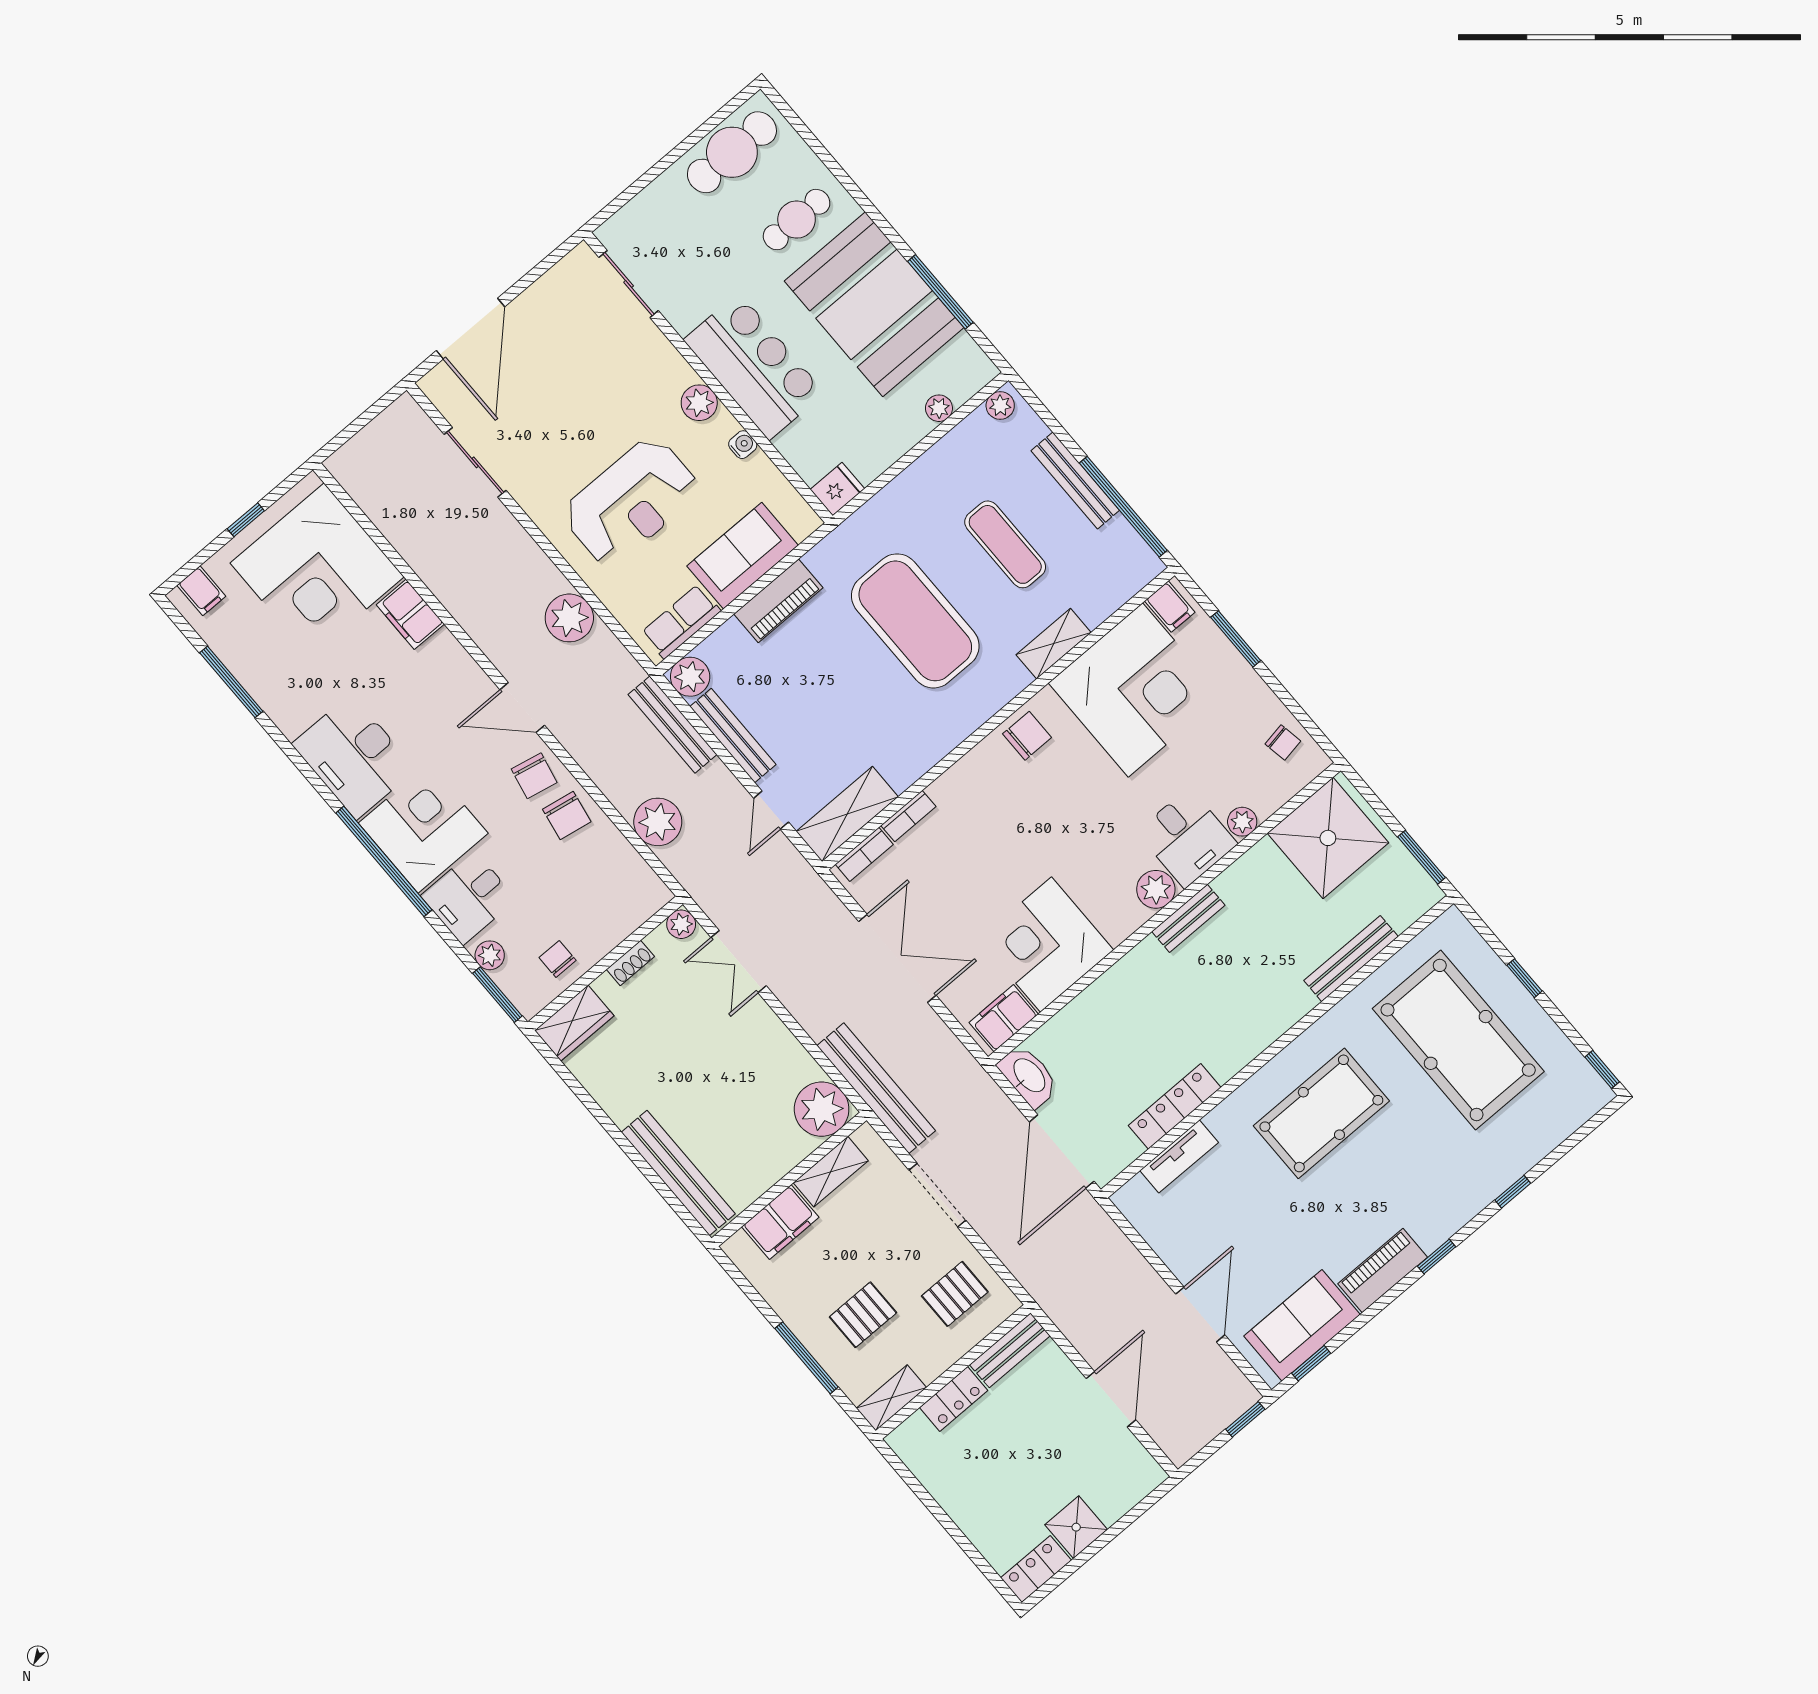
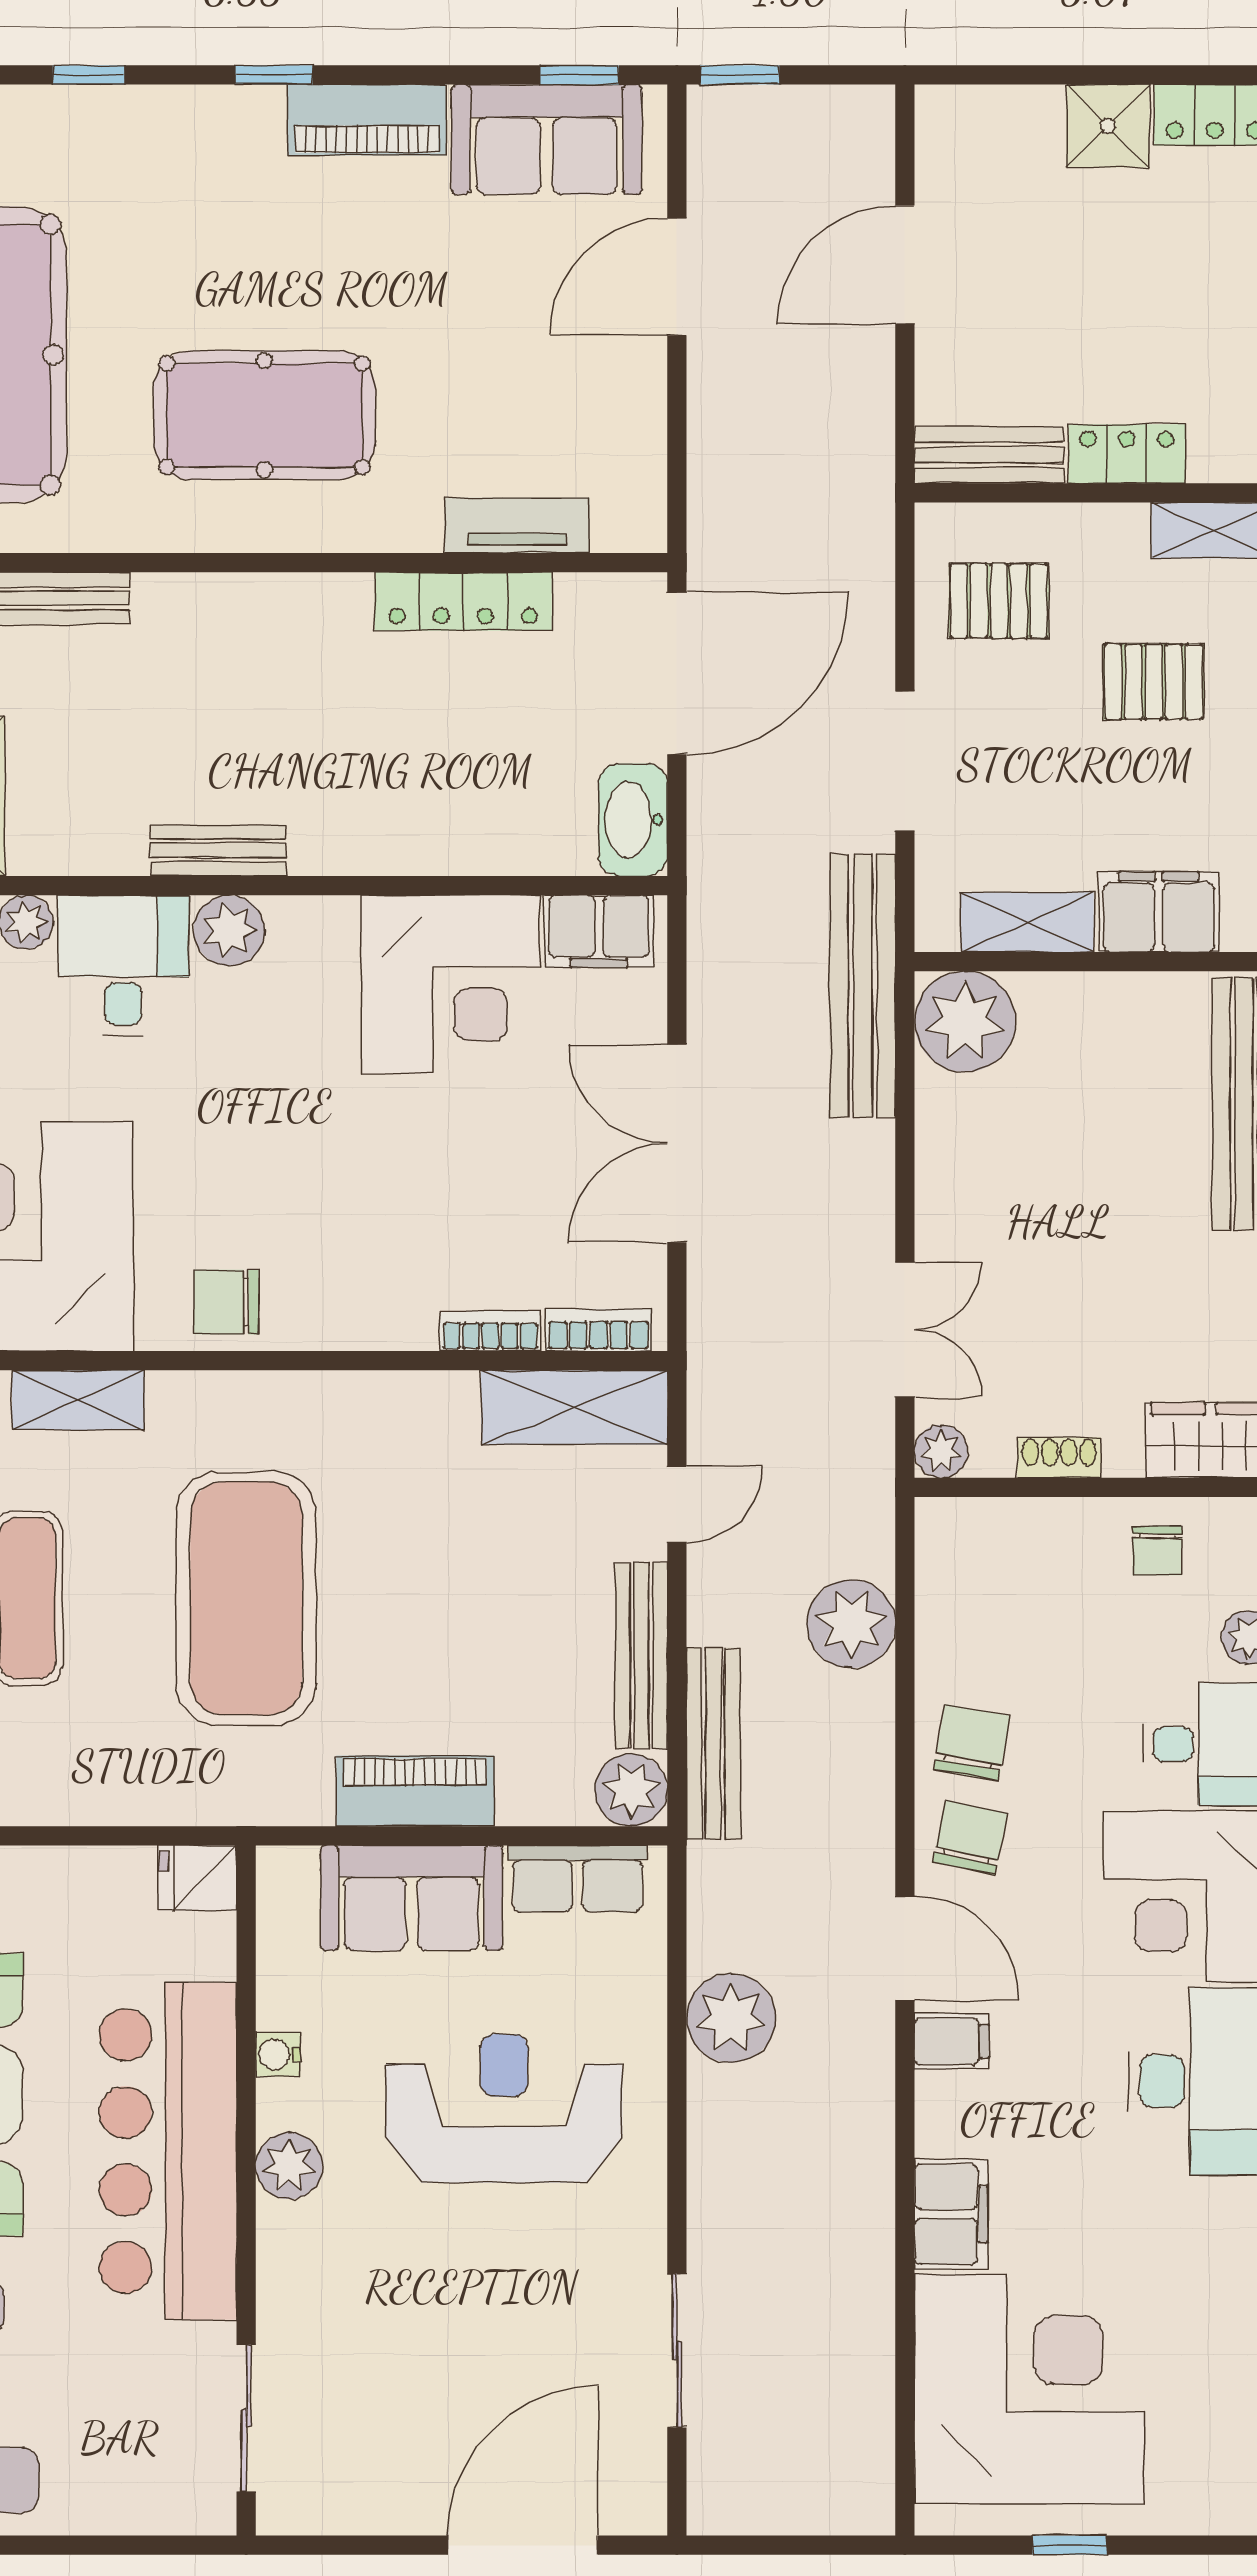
bar counter: (754, 366) -> (168, 2151), width x1.36
filing cabinet: (201, 591) -> (952, 2041), moved, turned 90

